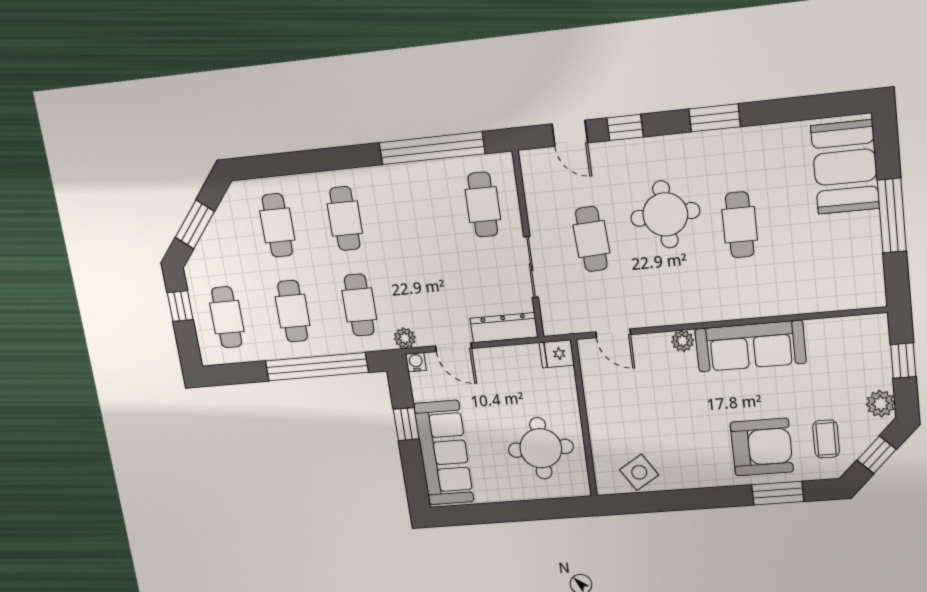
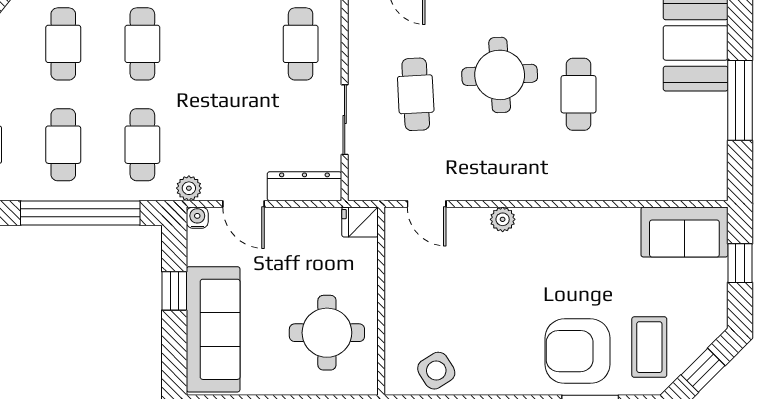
sofa: (751, 346) -> (684, 232), moved, width x0.73
plant: (881, 404) -> (712, 311), removed
coffee table: (826, 439) -> (649, 347), width x1.36, depth x1.30
armchair: (762, 447) -> (577, 351), turned 180

